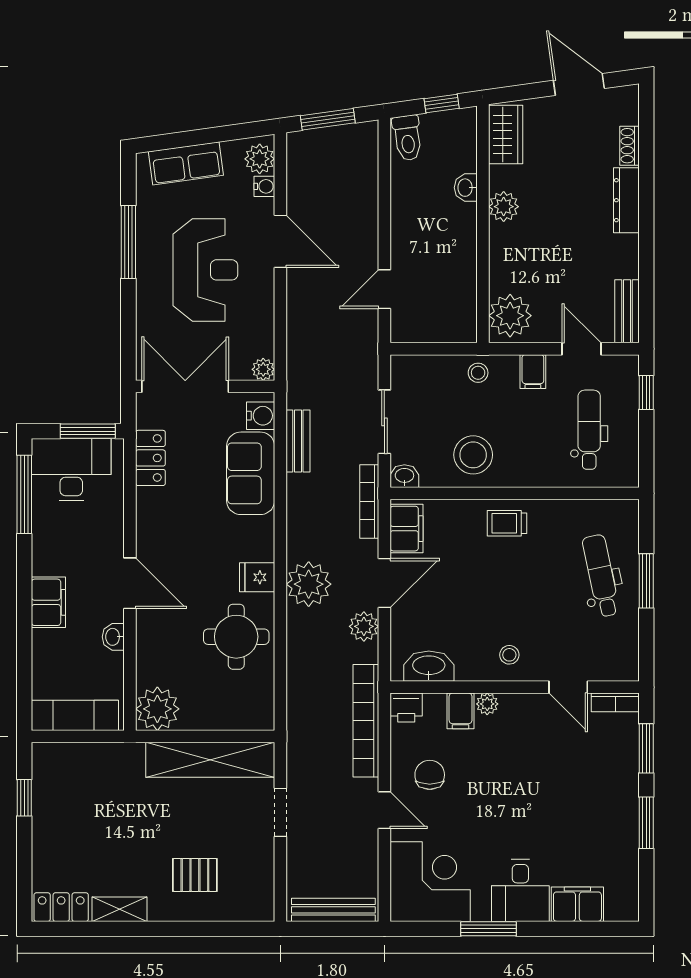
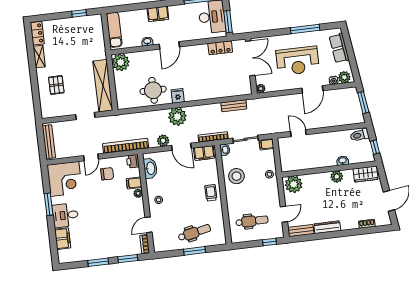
dresser: (626, 200) -> (327, 227), moved
filing cabinet: (533, 372) -> (266, 144), moved
water cooler: (261, 416) -> (242, 90), removed
sofa: (251, 473) -> (219, 88), removed

